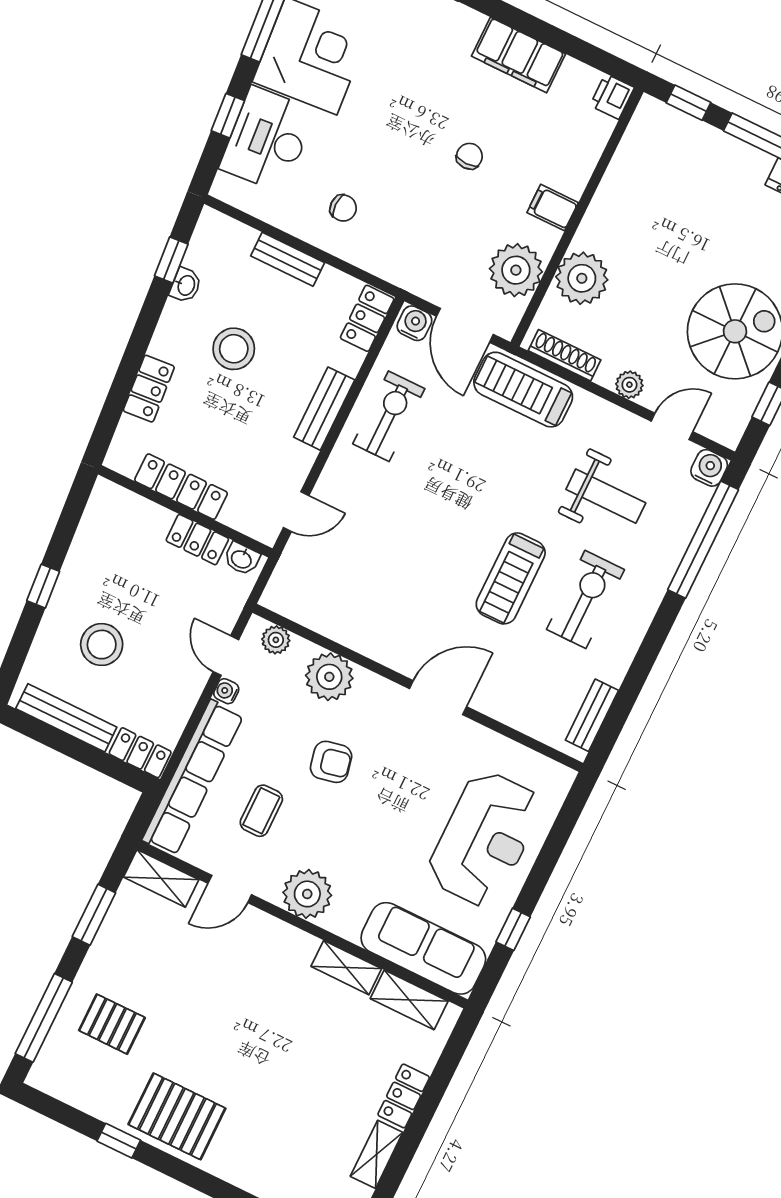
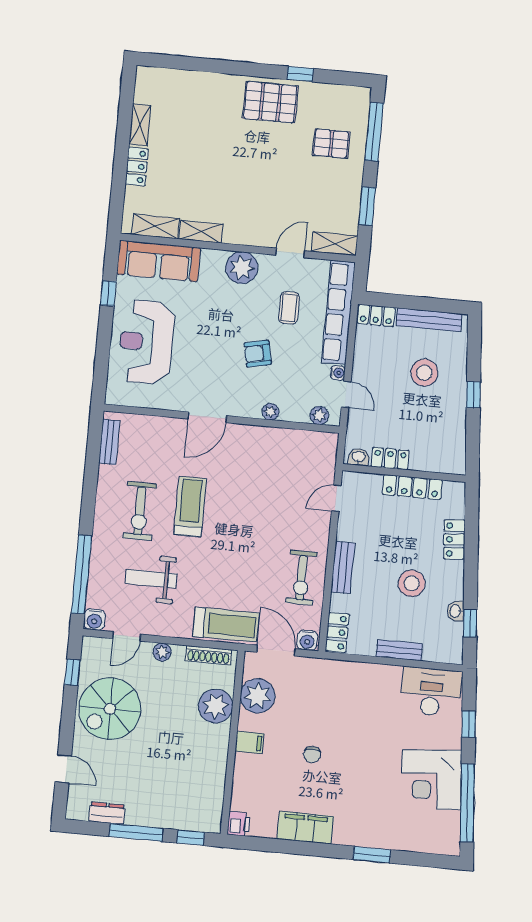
desk: (268, 139) -> (431, 692), moved, turned -85
chair: (343, 208) -> (377, 694), removed
plant: (329, 677) -> (270, 412), width x0.53, depth x0.53

